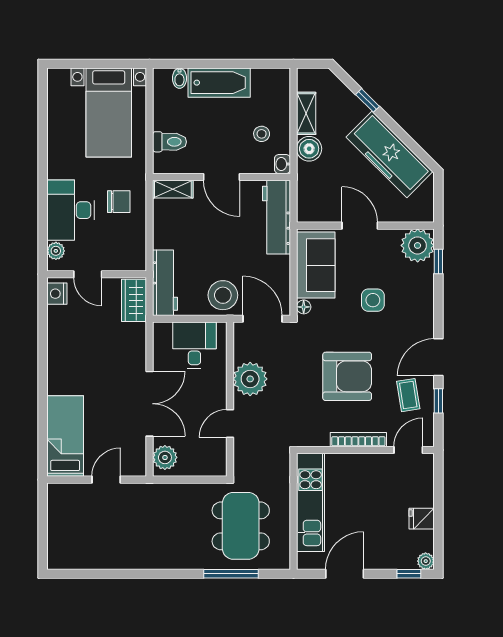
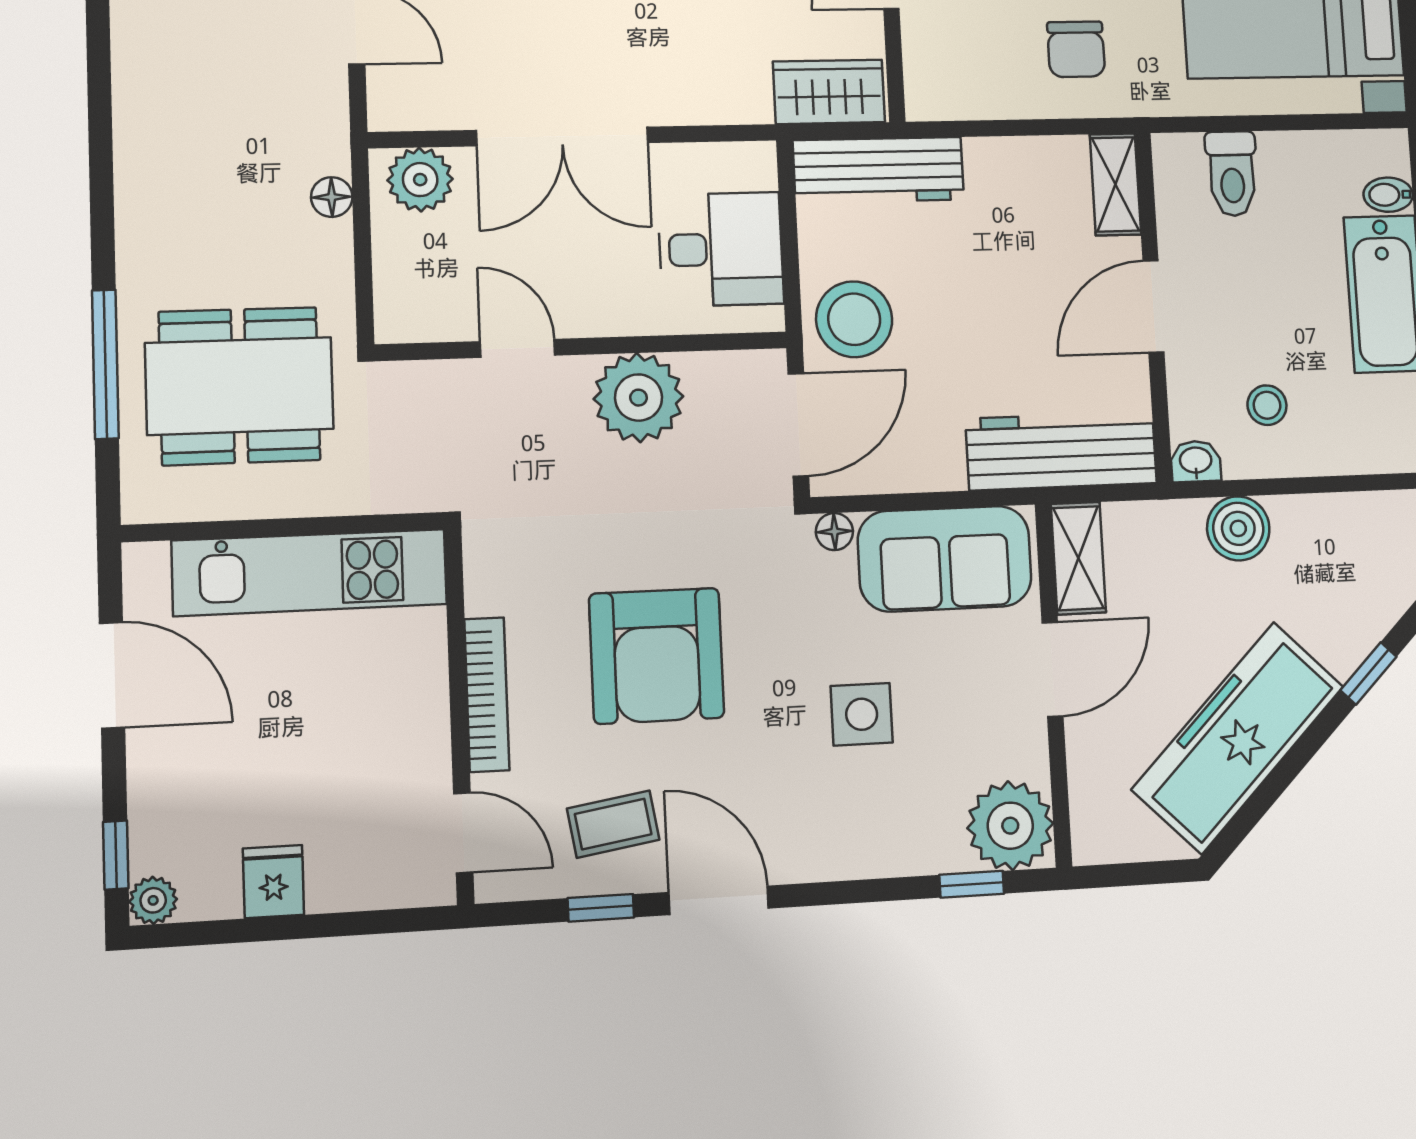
shelving: (306, 113) -> (1078, 558), moved, turned 90
floor lamp: (171, 490) -> (332, 197), added

